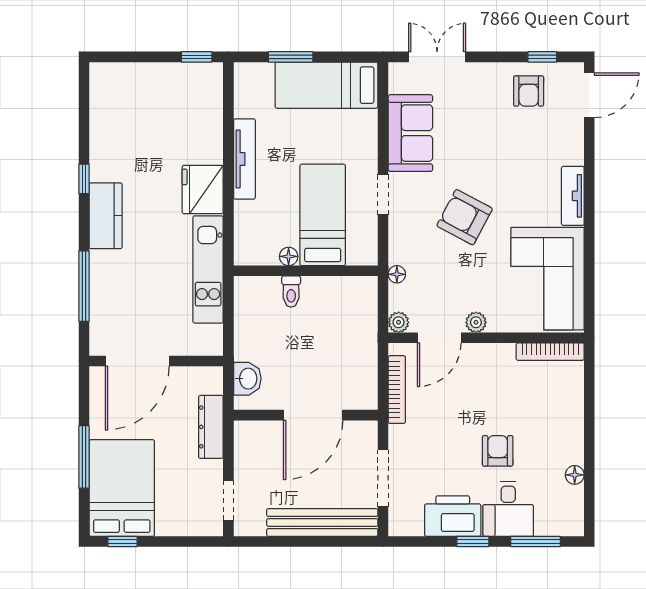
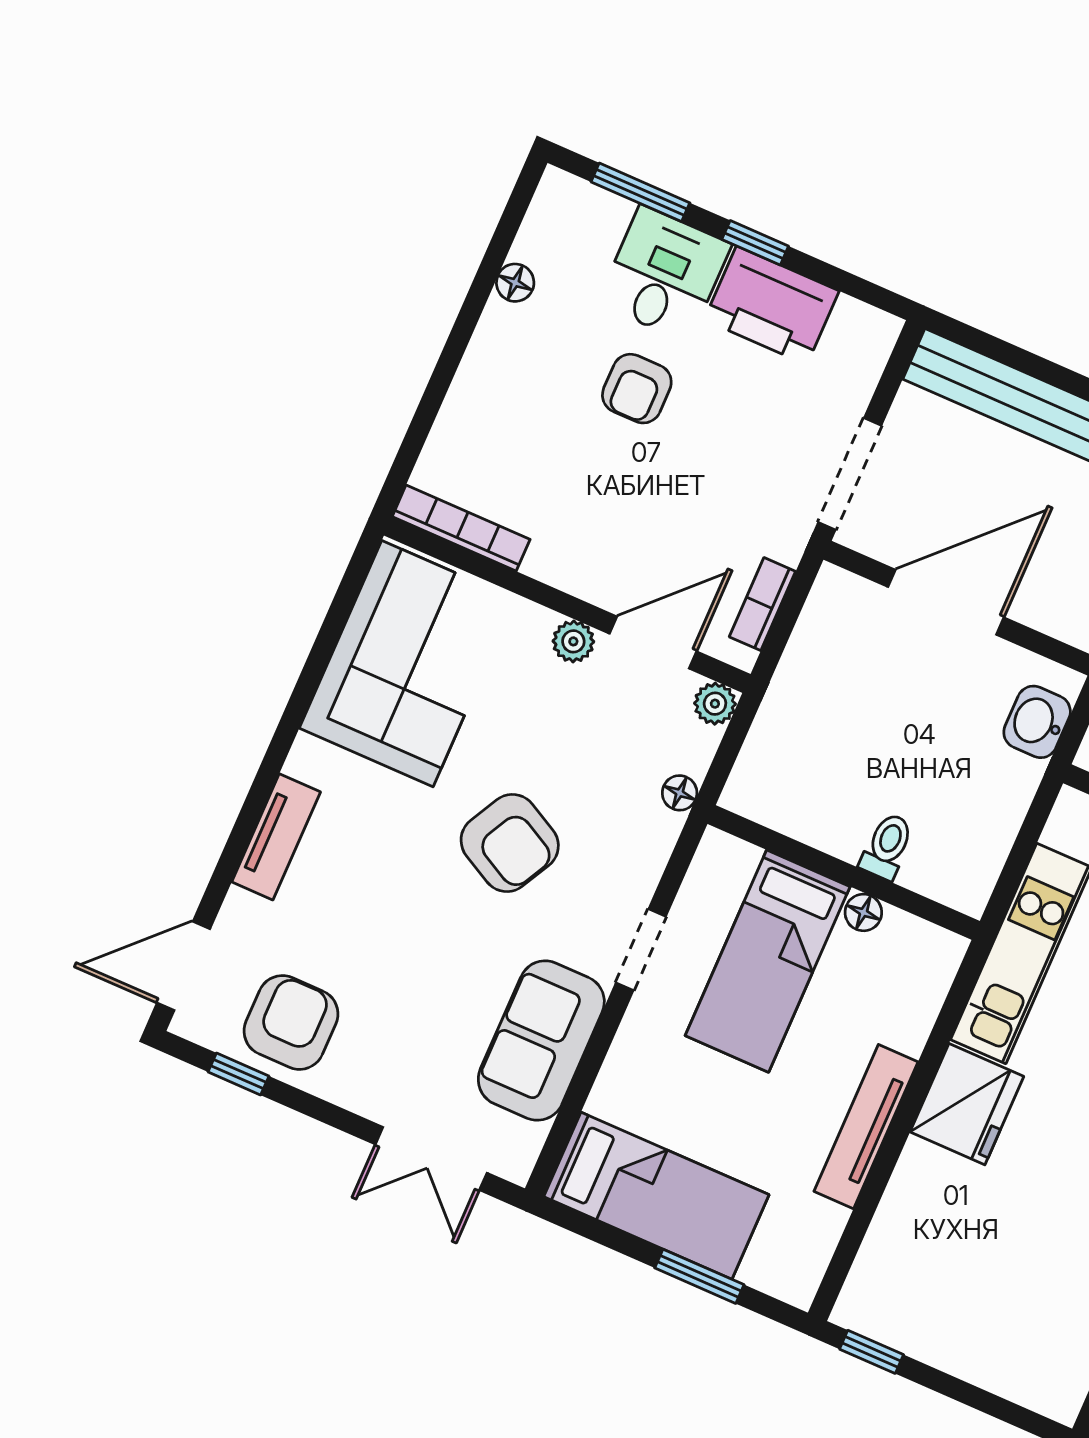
armchair: (529, 91) -> (291, 1022), width x1.38, depth x1.38
tv unit: (573, 196) -> (276, 837), moved
bookcase: (397, 390) -> (762, 604), width x0.64
doorway: (383, 478) -> (850, 474), moved

